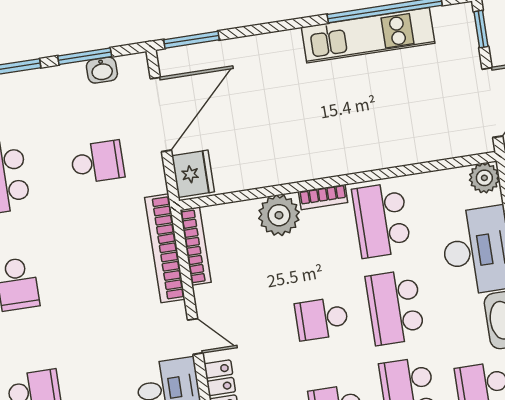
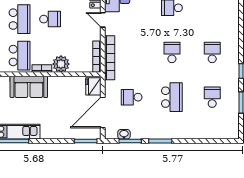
sofa: (348, 148) -> (29, 87), added

